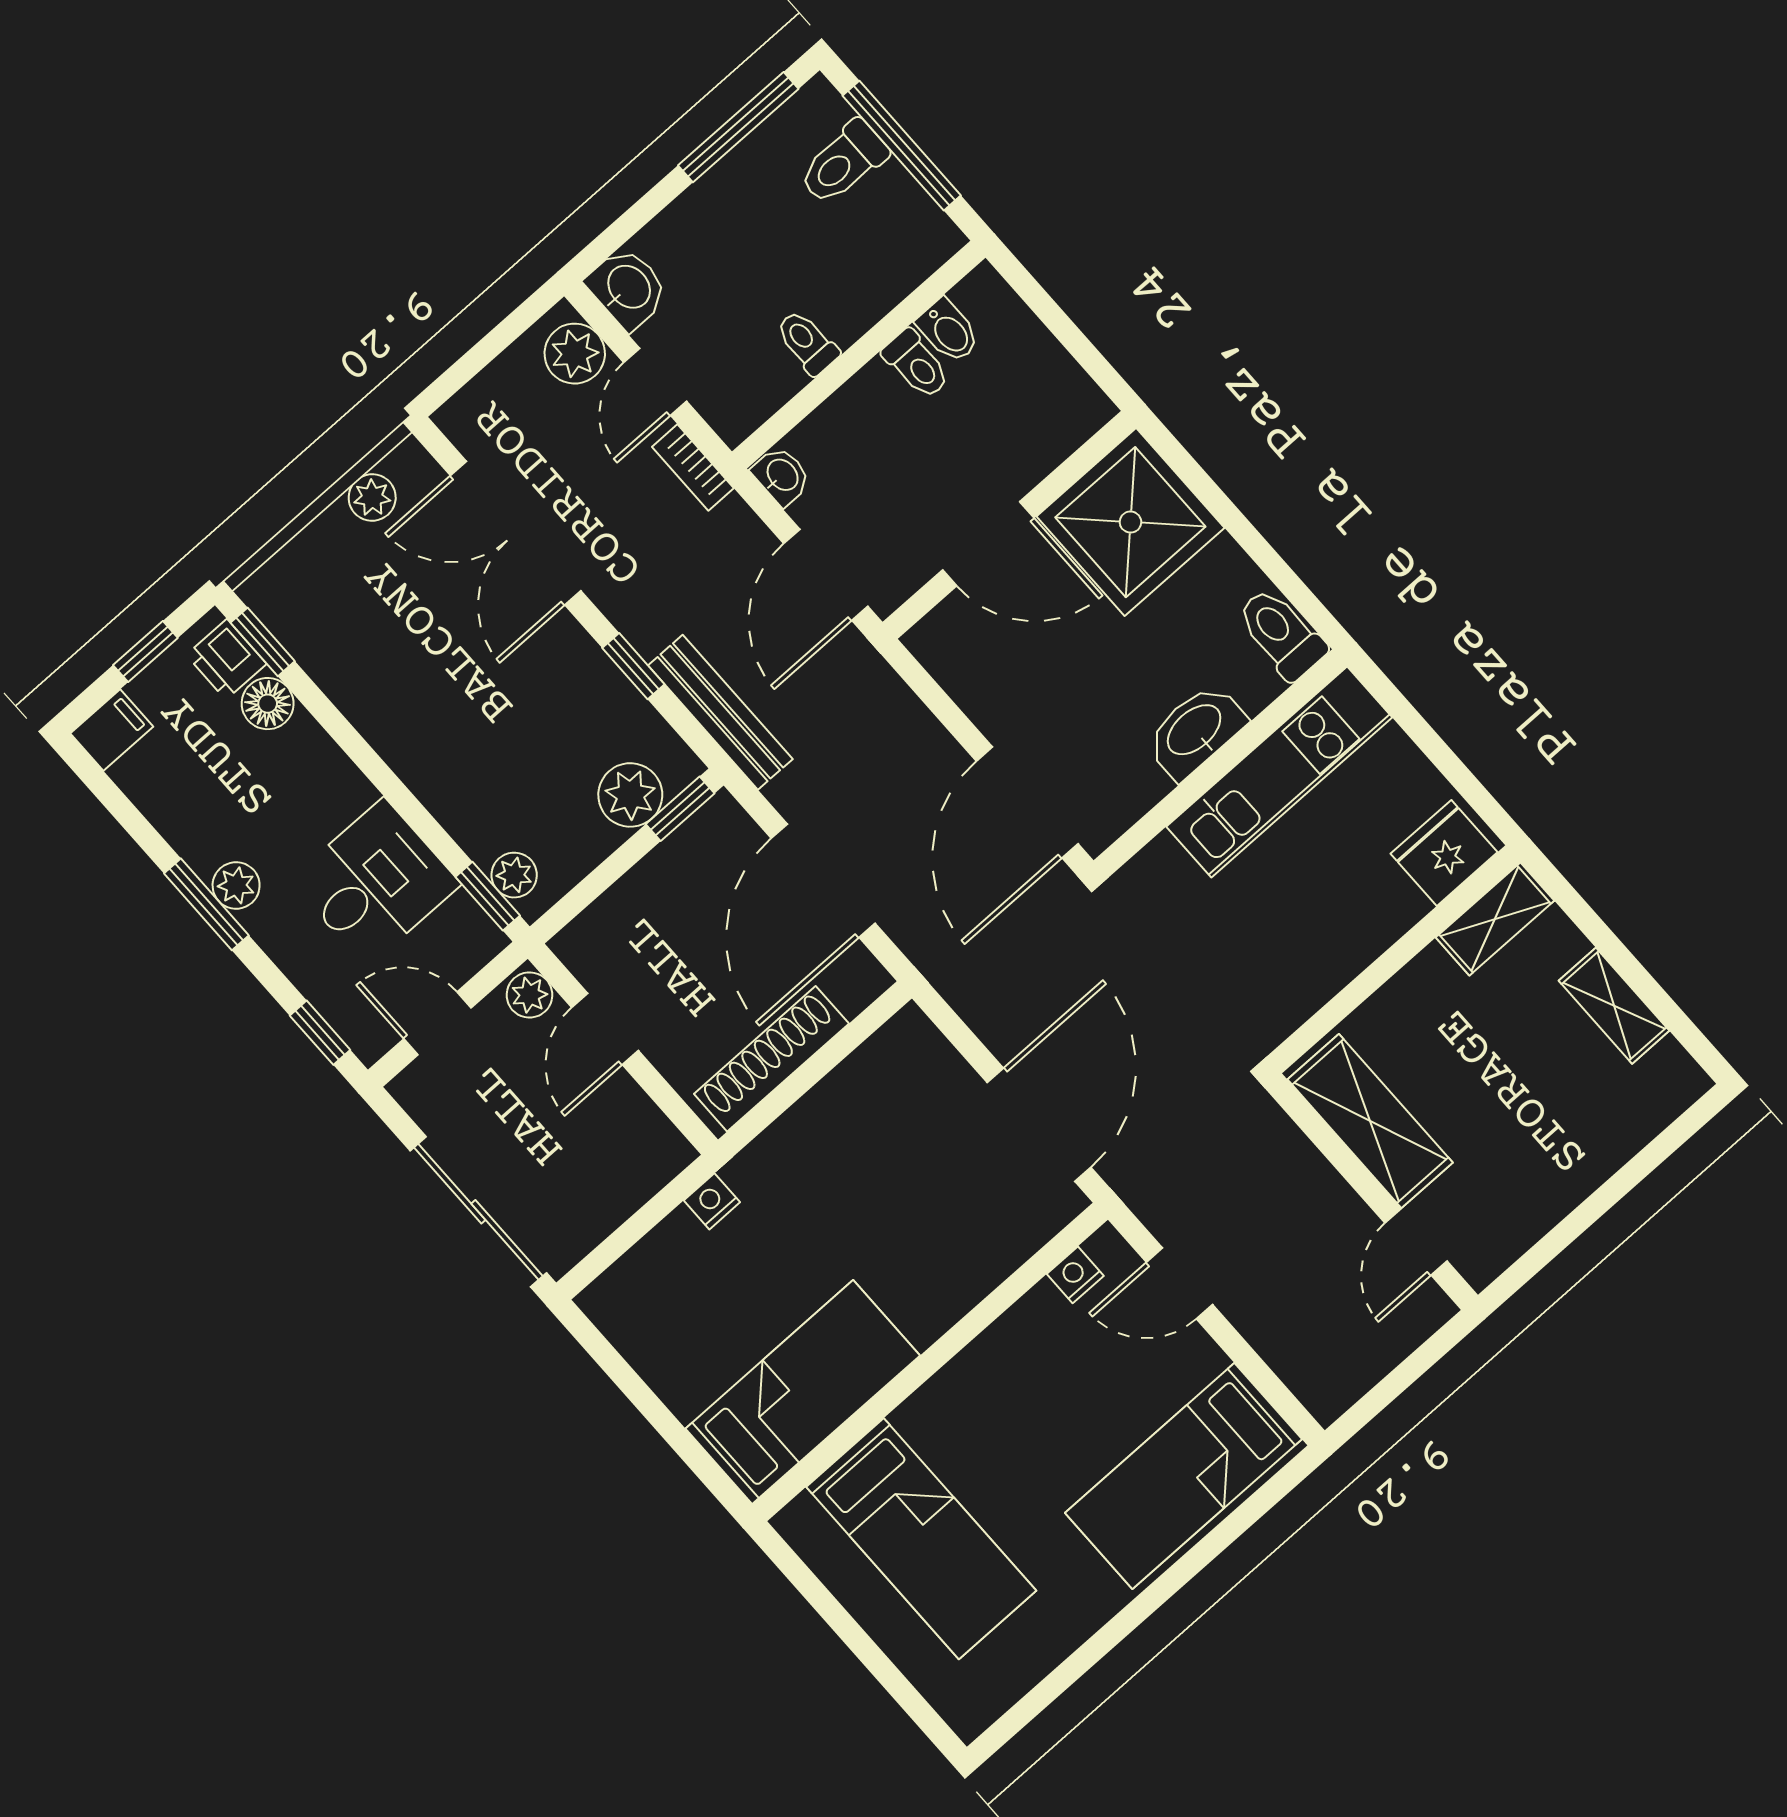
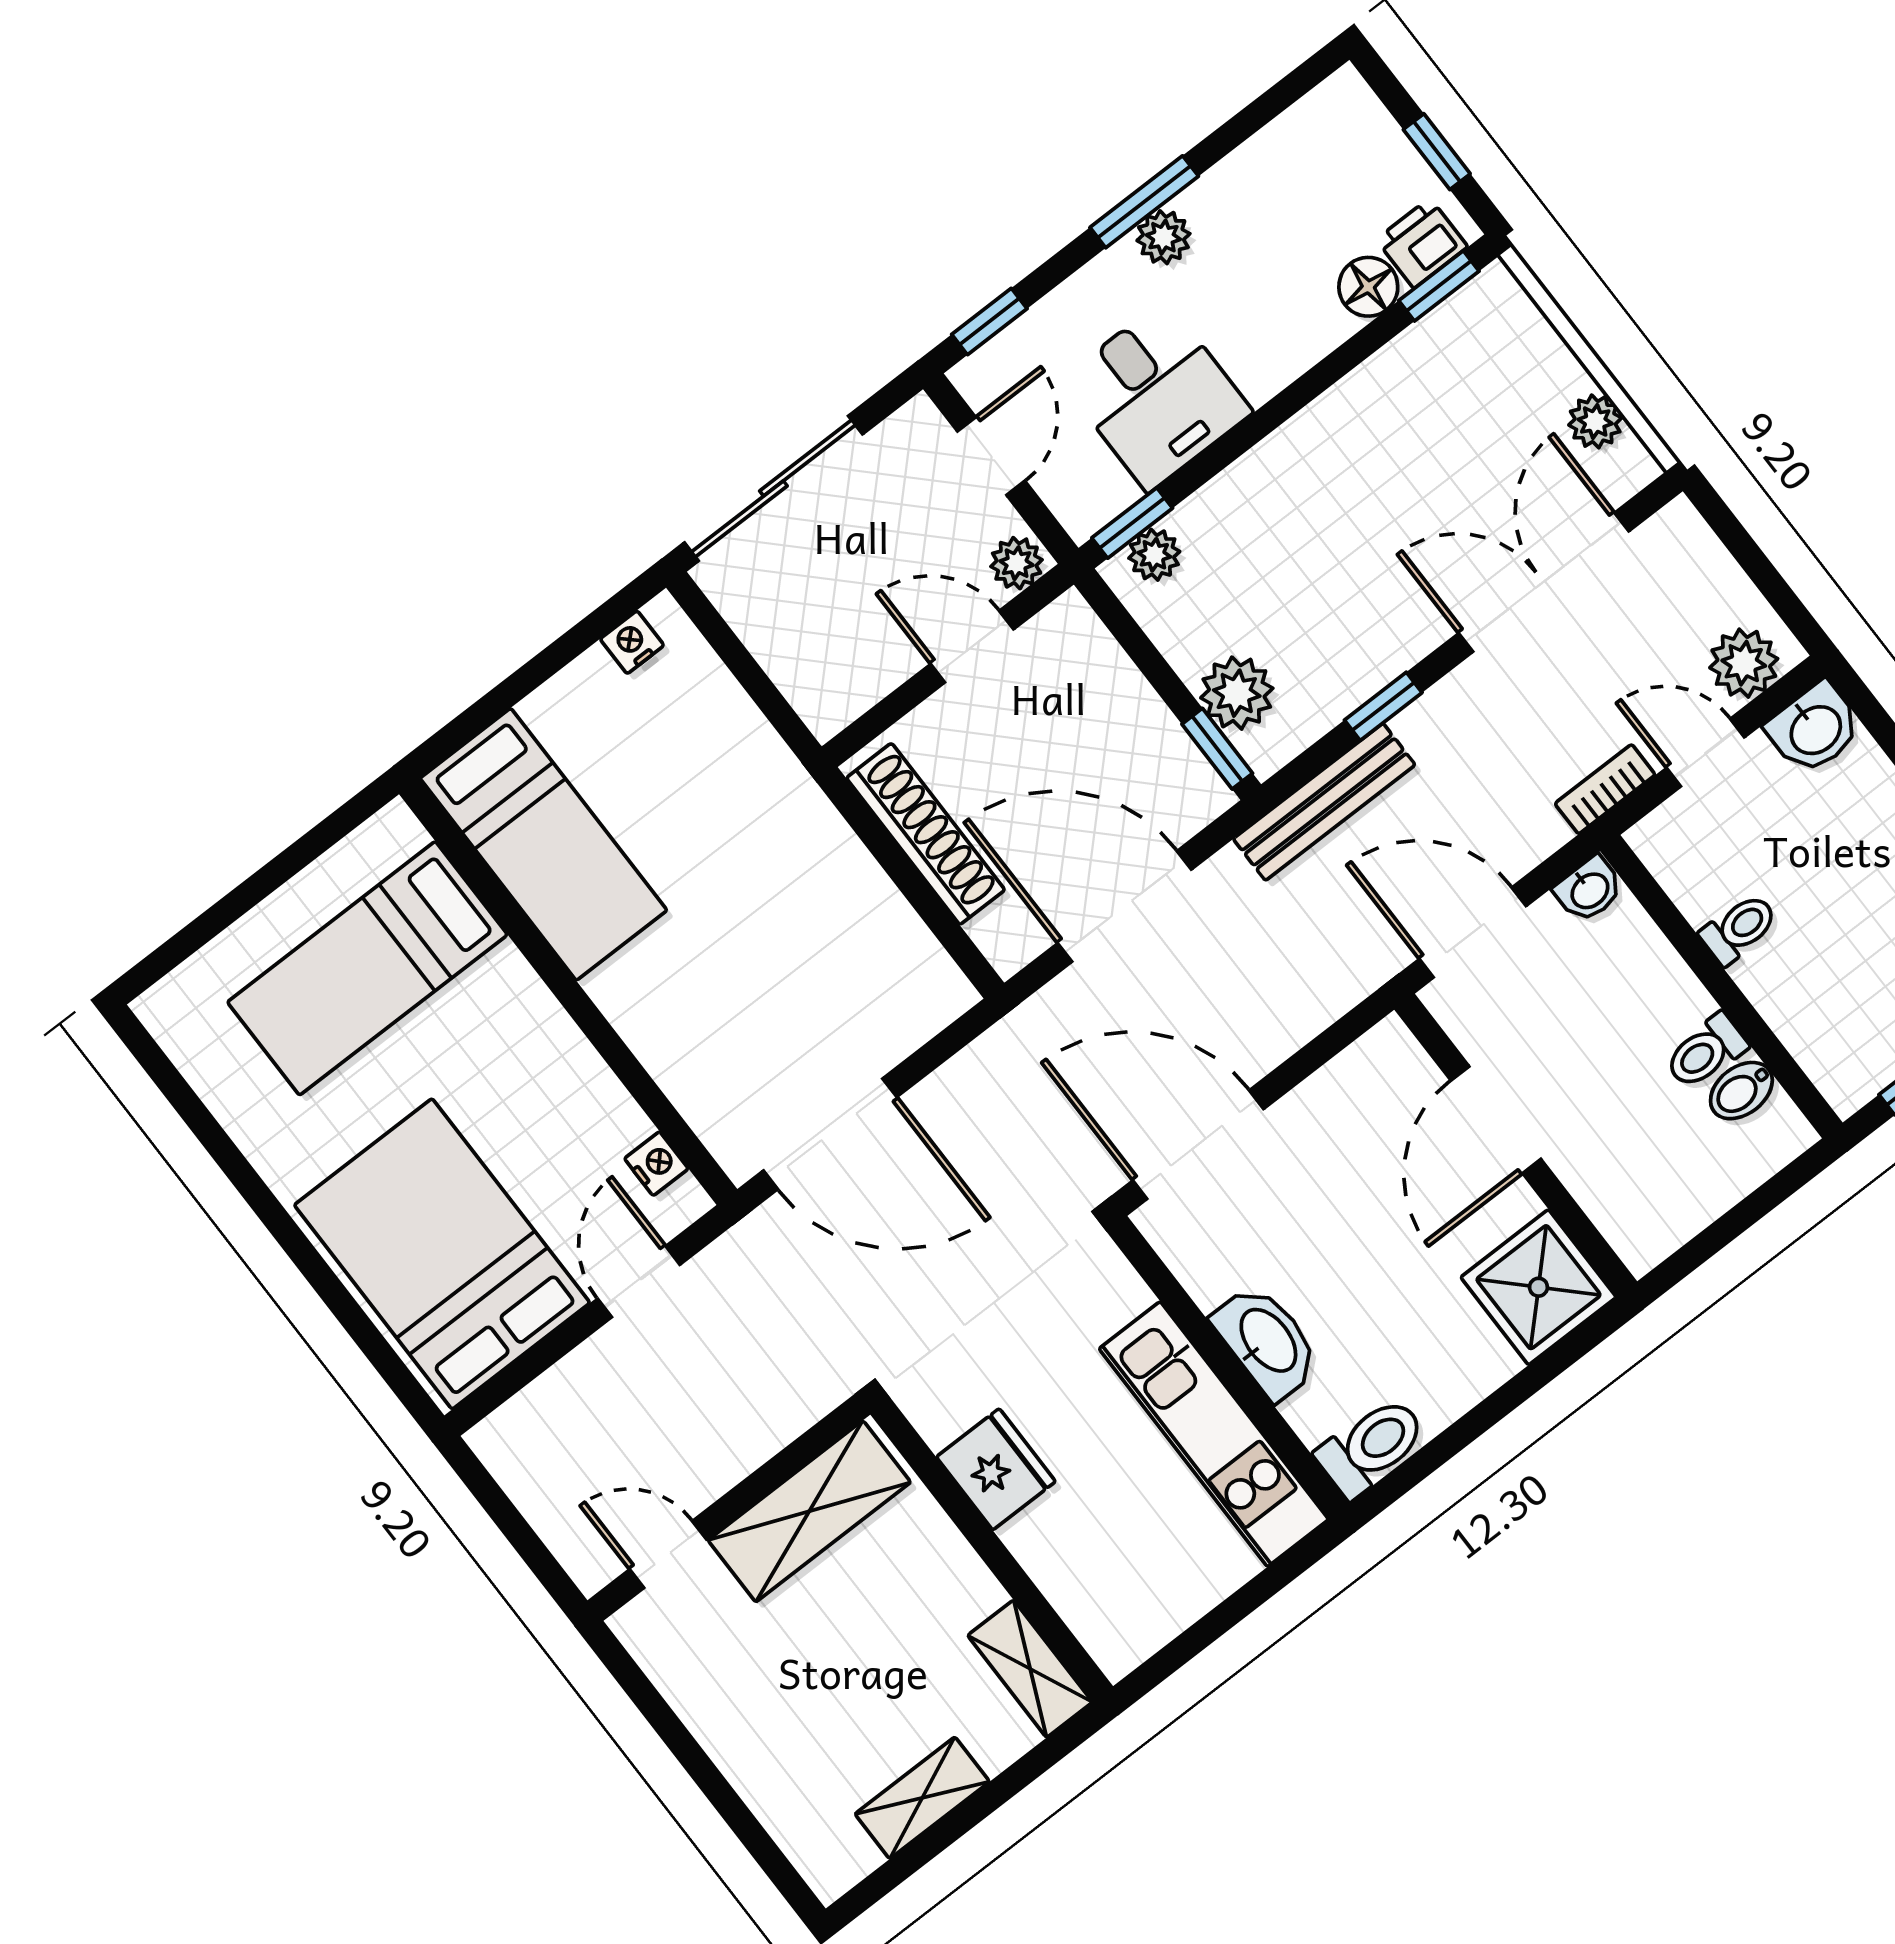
shower: (1130, 522) -> (1538, 1287), width x0.73, depth x0.73
filing cabinet: (112, 730) -> (1350, 107), removed
fridge: (1444, 853) -> (996, 1469), moved
nightstand: (712, 1201) -> (632, 642), moved, turned -90
bed: (1183, 1476) -> (442, 1254), width x1.50

